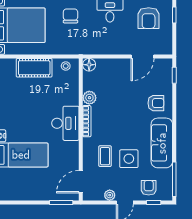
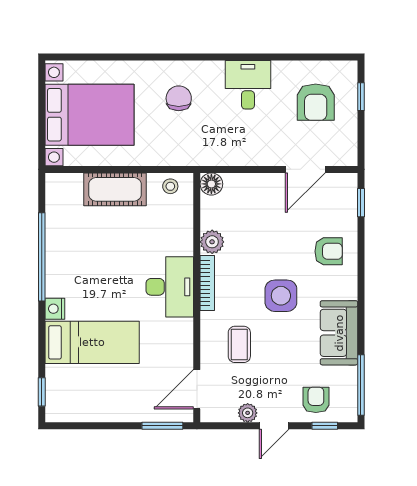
sofa: (162, 143) -> (339, 333), width x0.73
side table: (129, 159) -> (281, 296), moved

